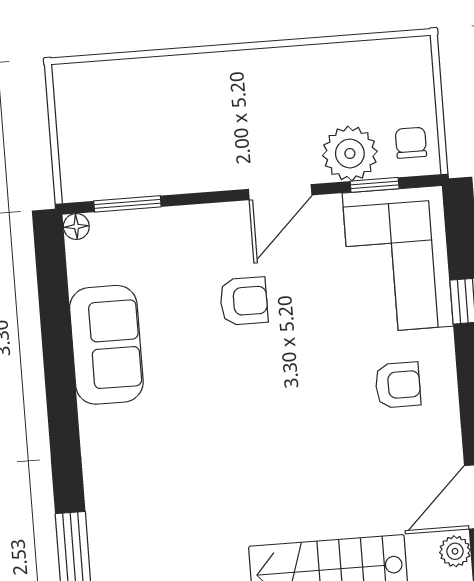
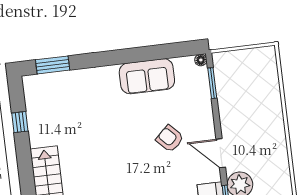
armchair: (244, 301) -> (170, 139), turned 136

